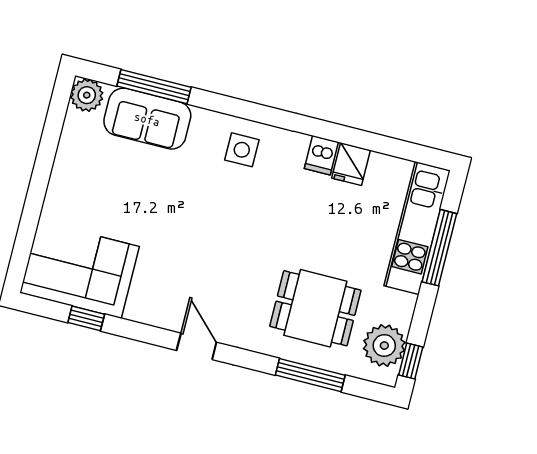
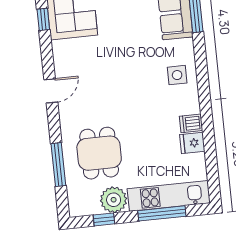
plant: (384, 346) -> (114, 200), moved
window: (411, 361) -> (104, 219), moved

